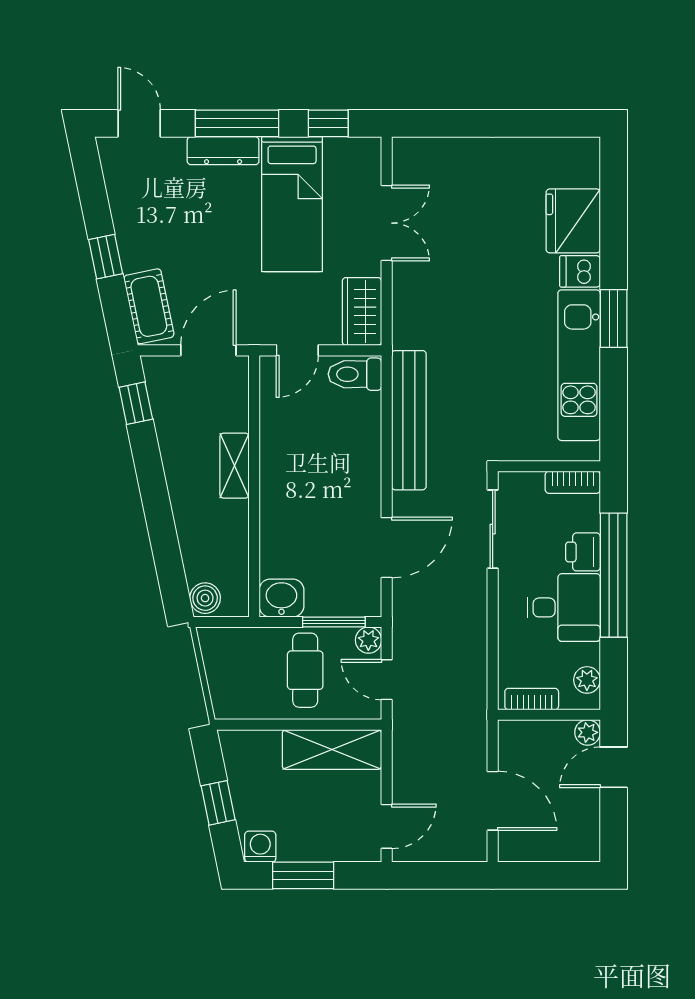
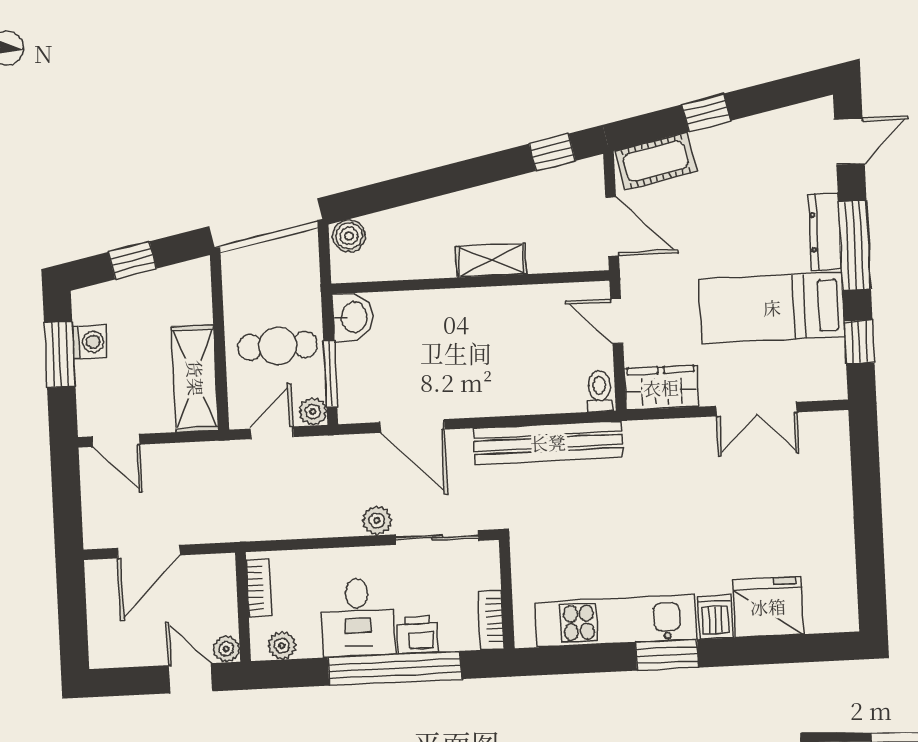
toilet: (355, 374) -> (599, 391), width x0.73, depth x0.72
plant: (474, 585) -> (377, 520), added
washing machine: (260, 847) -> (90, 342), moved

